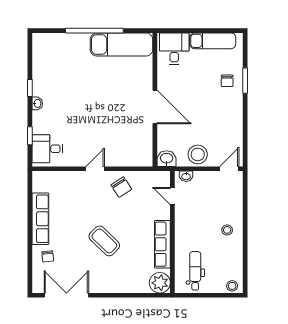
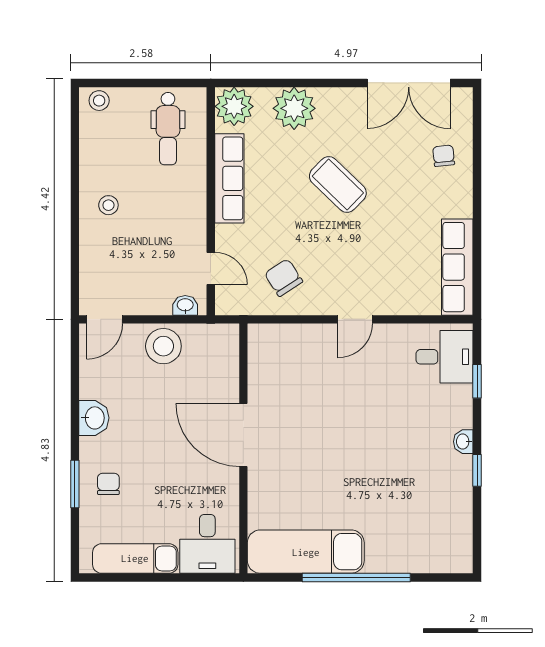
washbasin: (167, 159) -> (94, 418), moved, turned -90
chair: (121, 187) -> (284, 278), moved
row of seats: (40, 219) -> (457, 267), moved
plant: (128, 282) -> (294, 108), added

